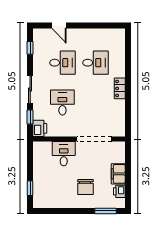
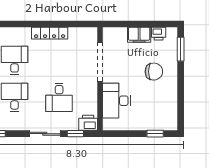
locker: (120, 88) -> (50, 33), width x1.53
desk: (62, 102) -> (59, 97), turned -90
desk: (64, 154) -> (116, 101), width x1.37

